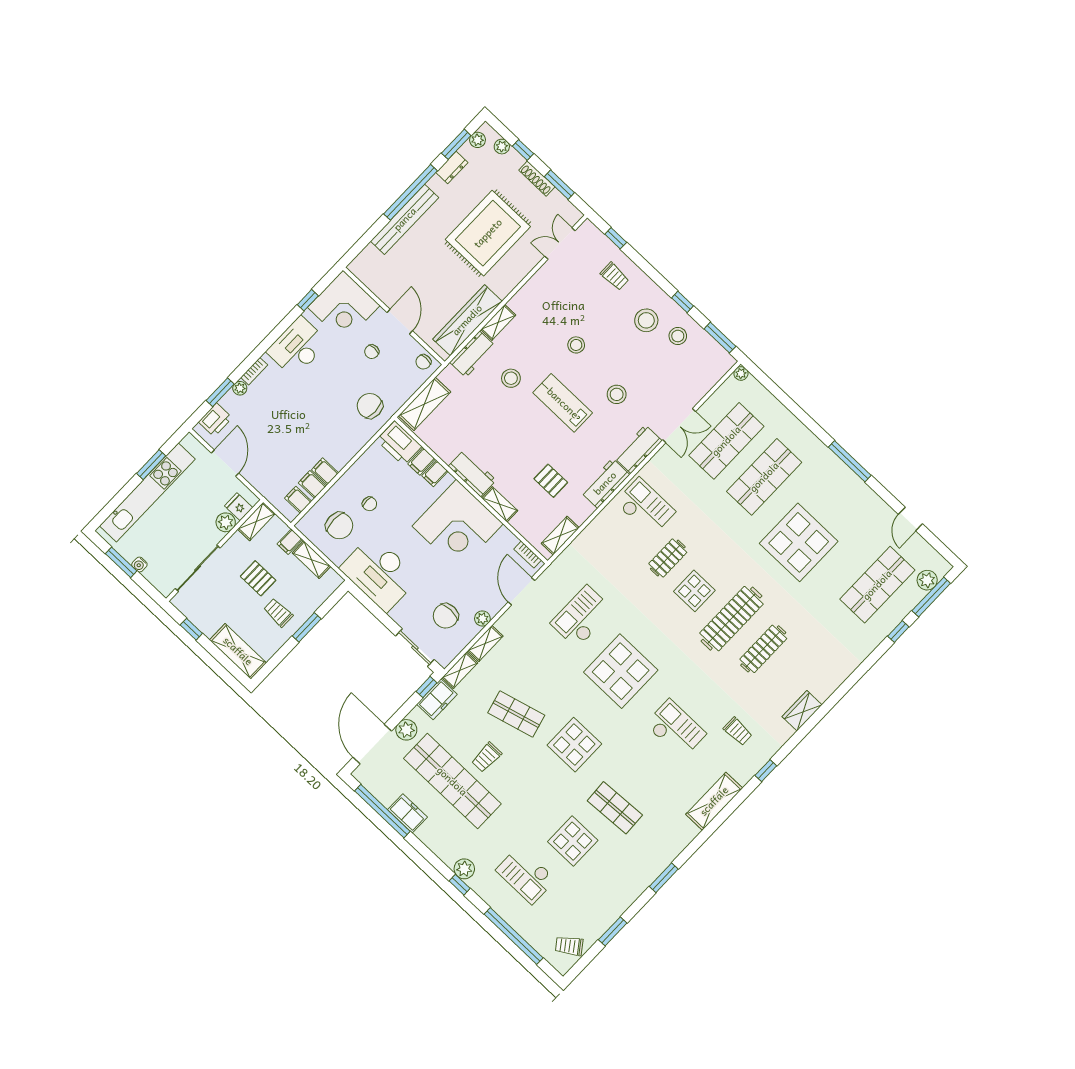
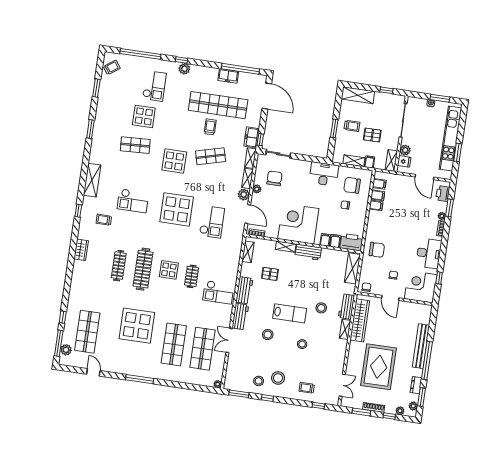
desk: (379, 573) -> (324, 174), width x0.73, depth x0.77
plant: (406, 730) -> (244, 195), moved
checkout: (526, 875) -> (154, 86), turned 90

